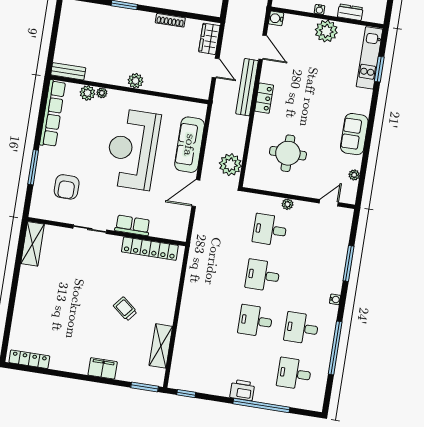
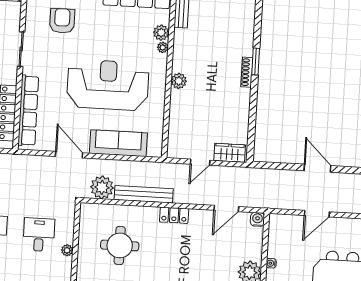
shoe rack: (170, 20) -> (247, 72), moved
bench: (247, 87) -> (144, 194), moved
armchair: (67, 187) -> (62, 21), turned 90
row of seats: (133, 225) -> (28, 111), width x2.02

